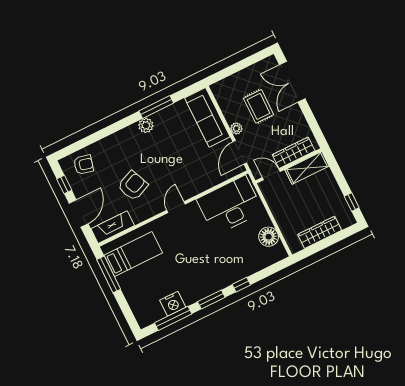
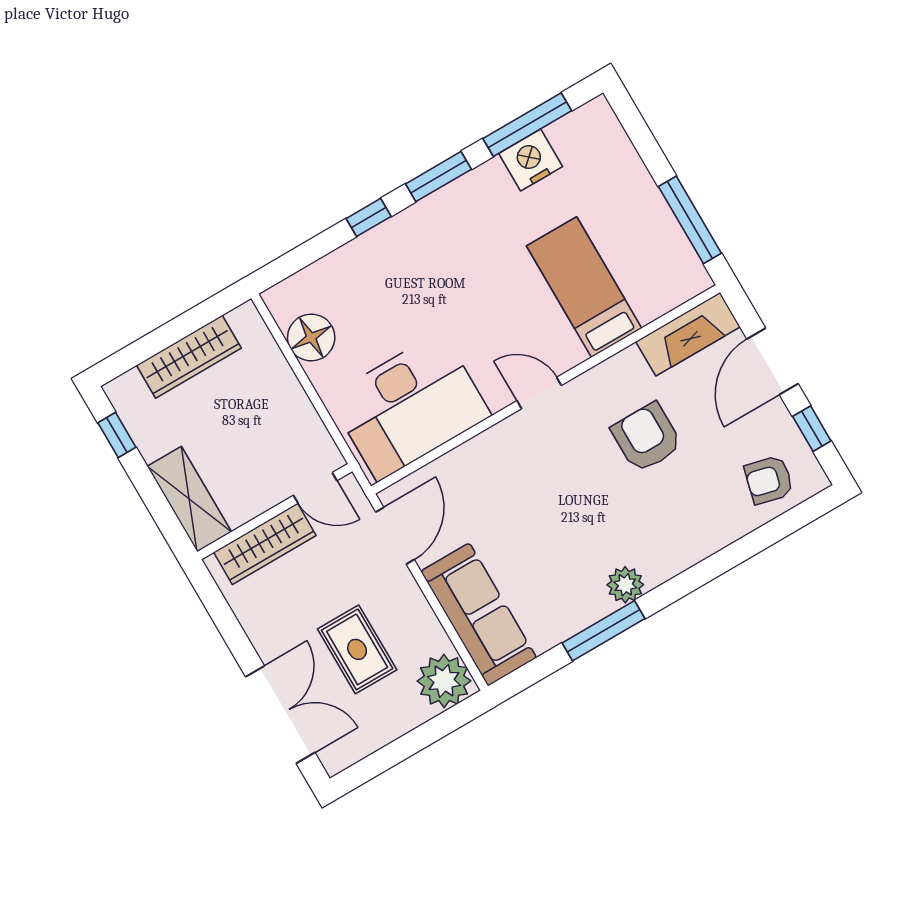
plant: (236, 128) -> (444, 681), moved, width x1.88, depth x1.88
shelving: (307, 168) -> (189, 499), moved, turned 90
armchair: (133, 186) -> (647, 438), turned 113
door: (176, 207) -> (539, 393), swing flipped
bed: (133, 254) -> (584, 287), moved, turned 90

